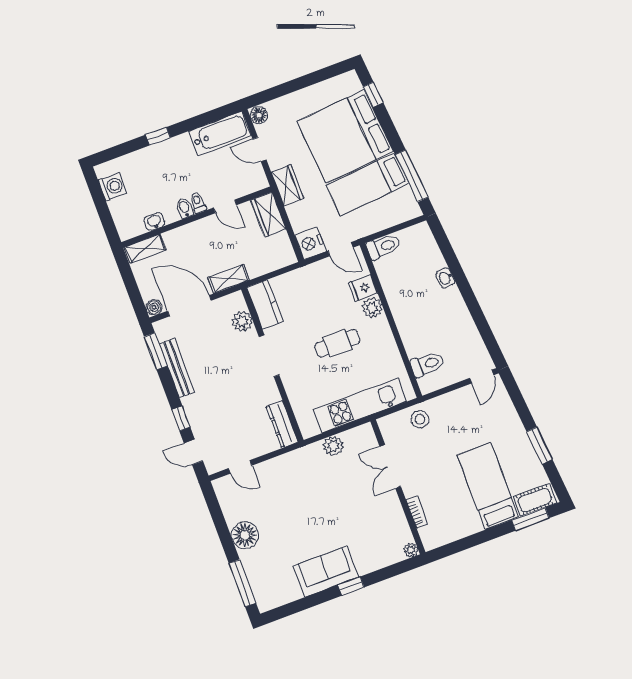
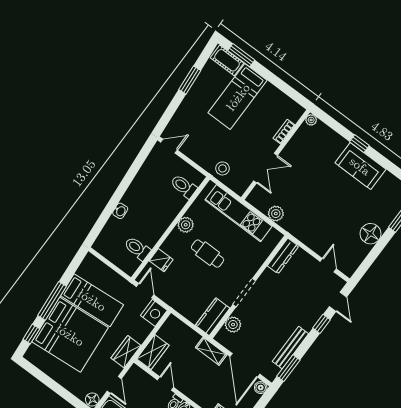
window: (412, 176) -> (52, 301), moved
toilet: (383, 247) -> (137, 248), moved
plant: (372, 308) -> (186, 225), moved

